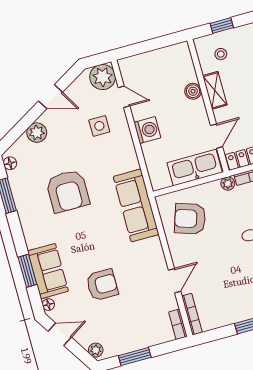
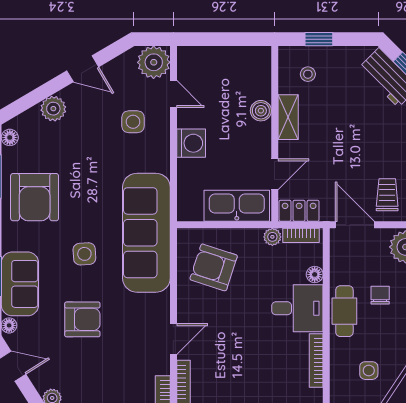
armchair: (68, 191) -> (35, 197), moved
sofa: (136, 205) -> (146, 233), width x1.36, depth x1.27
side table: (90, 235) -> (84, 254), added

